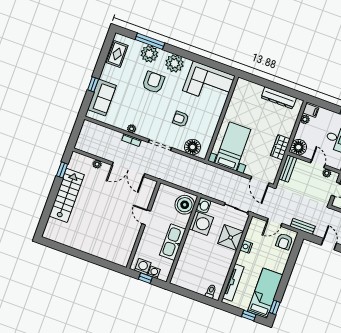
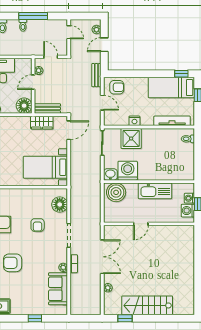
sofa: (102, 98) -> (58, 289), moved, turned -90
wardrobe: (280, 147) -> (42, 123), moved

